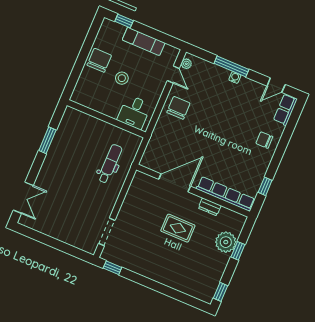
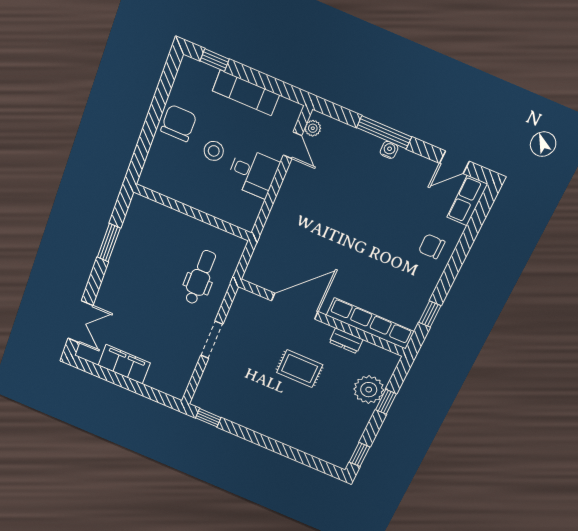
chair: (178, 108) -> (300, 197), removed
desk: (134, 112) -> (253, 173), moved, turned -90
filing cabinet: (53, 229) -> (124, 364), added
doorway: (107, 232) -> (212, 340), moved

